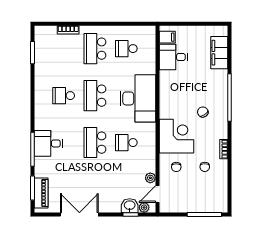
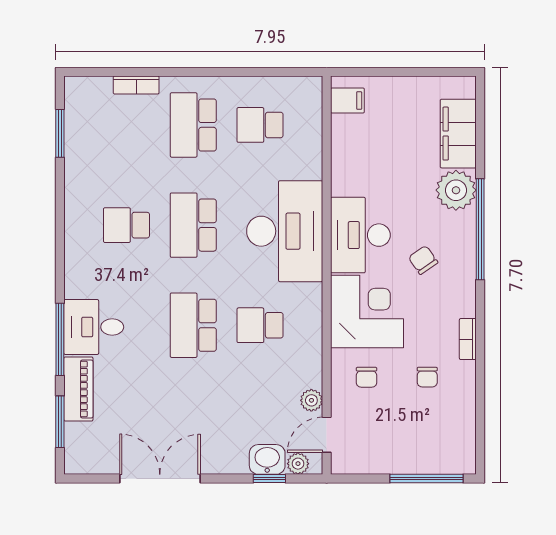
desk: (173, 57) -> (360, 235), moved, width x1.37
plant: (218, 79) -> (456, 190), added
piano: (41, 193) -> (78, 389), moved

